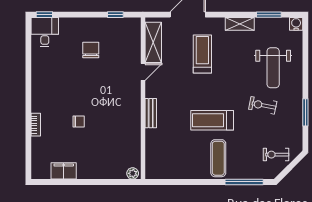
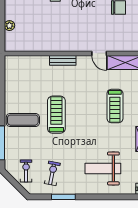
treadmill: (202, 54) -> (115, 106), turned 90
exercise bike: (263, 105) -> (52, 173), moved
plant: (133, 173) -> (9, 26), moved

